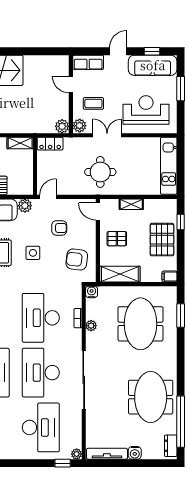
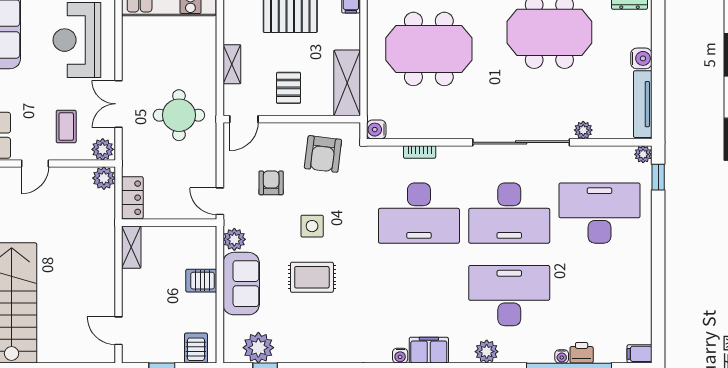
plant: (91, 326) -> (583, 130), moved

